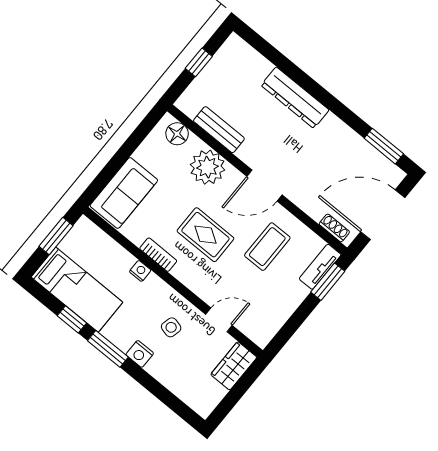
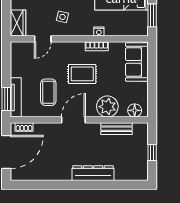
window: (384, 146) -> (32, 185), removed
tv unit: (320, 267) -> (16, 97), width x1.41

